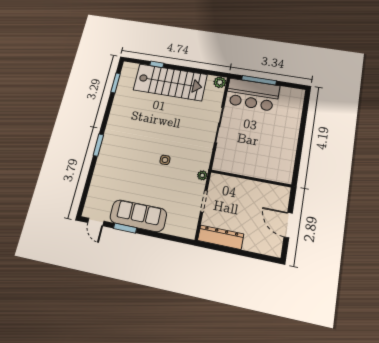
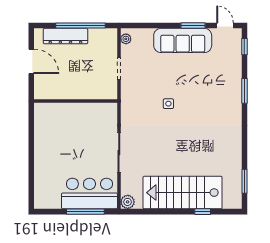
window: (98, 145) -> (244, 91), moved
plant: (202, 175) -> (126, 39), moved
window: (84, 198) -> (244, 47), added
dresser: (221, 237) -> (65, 36), moved
window: (233, 251) -> (81, 25), added

